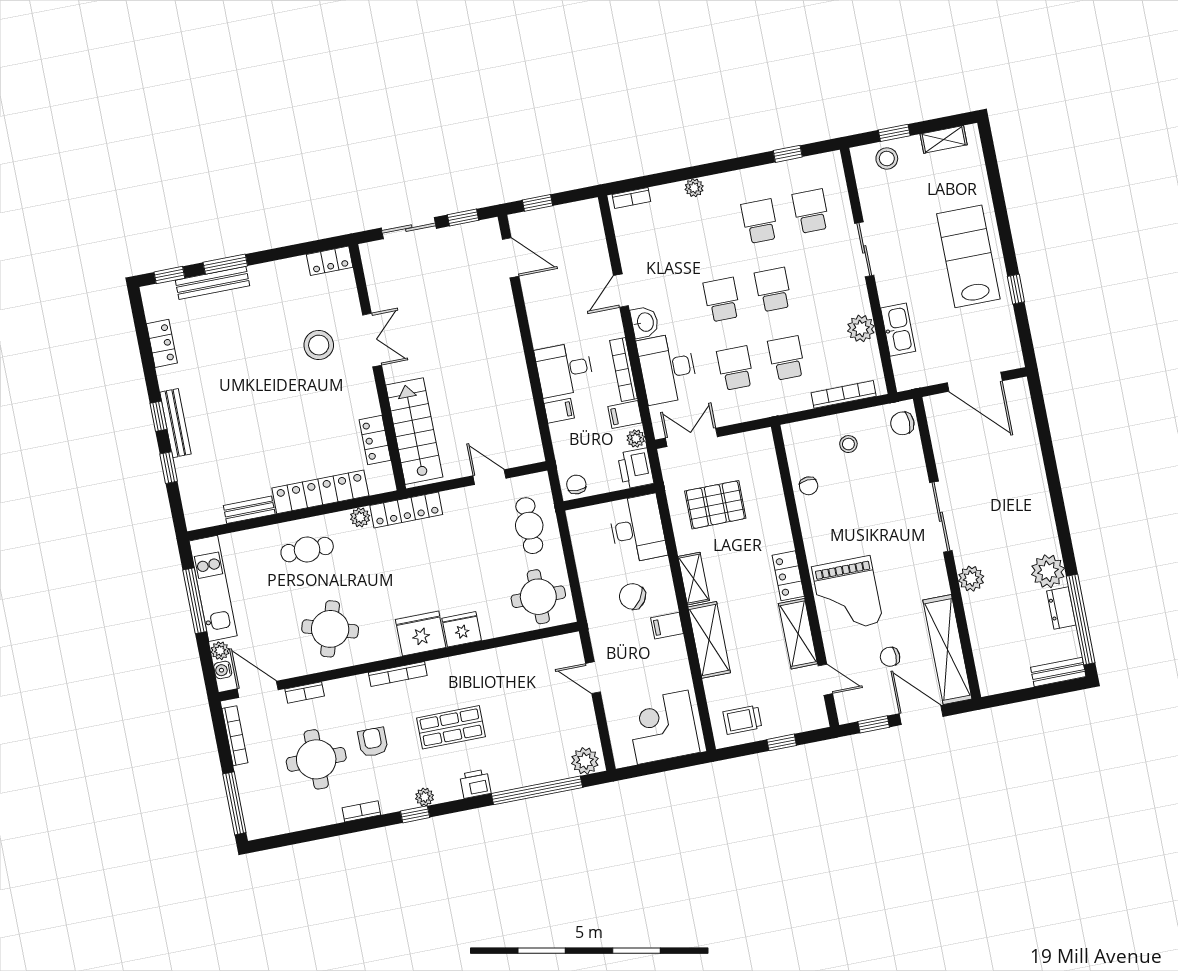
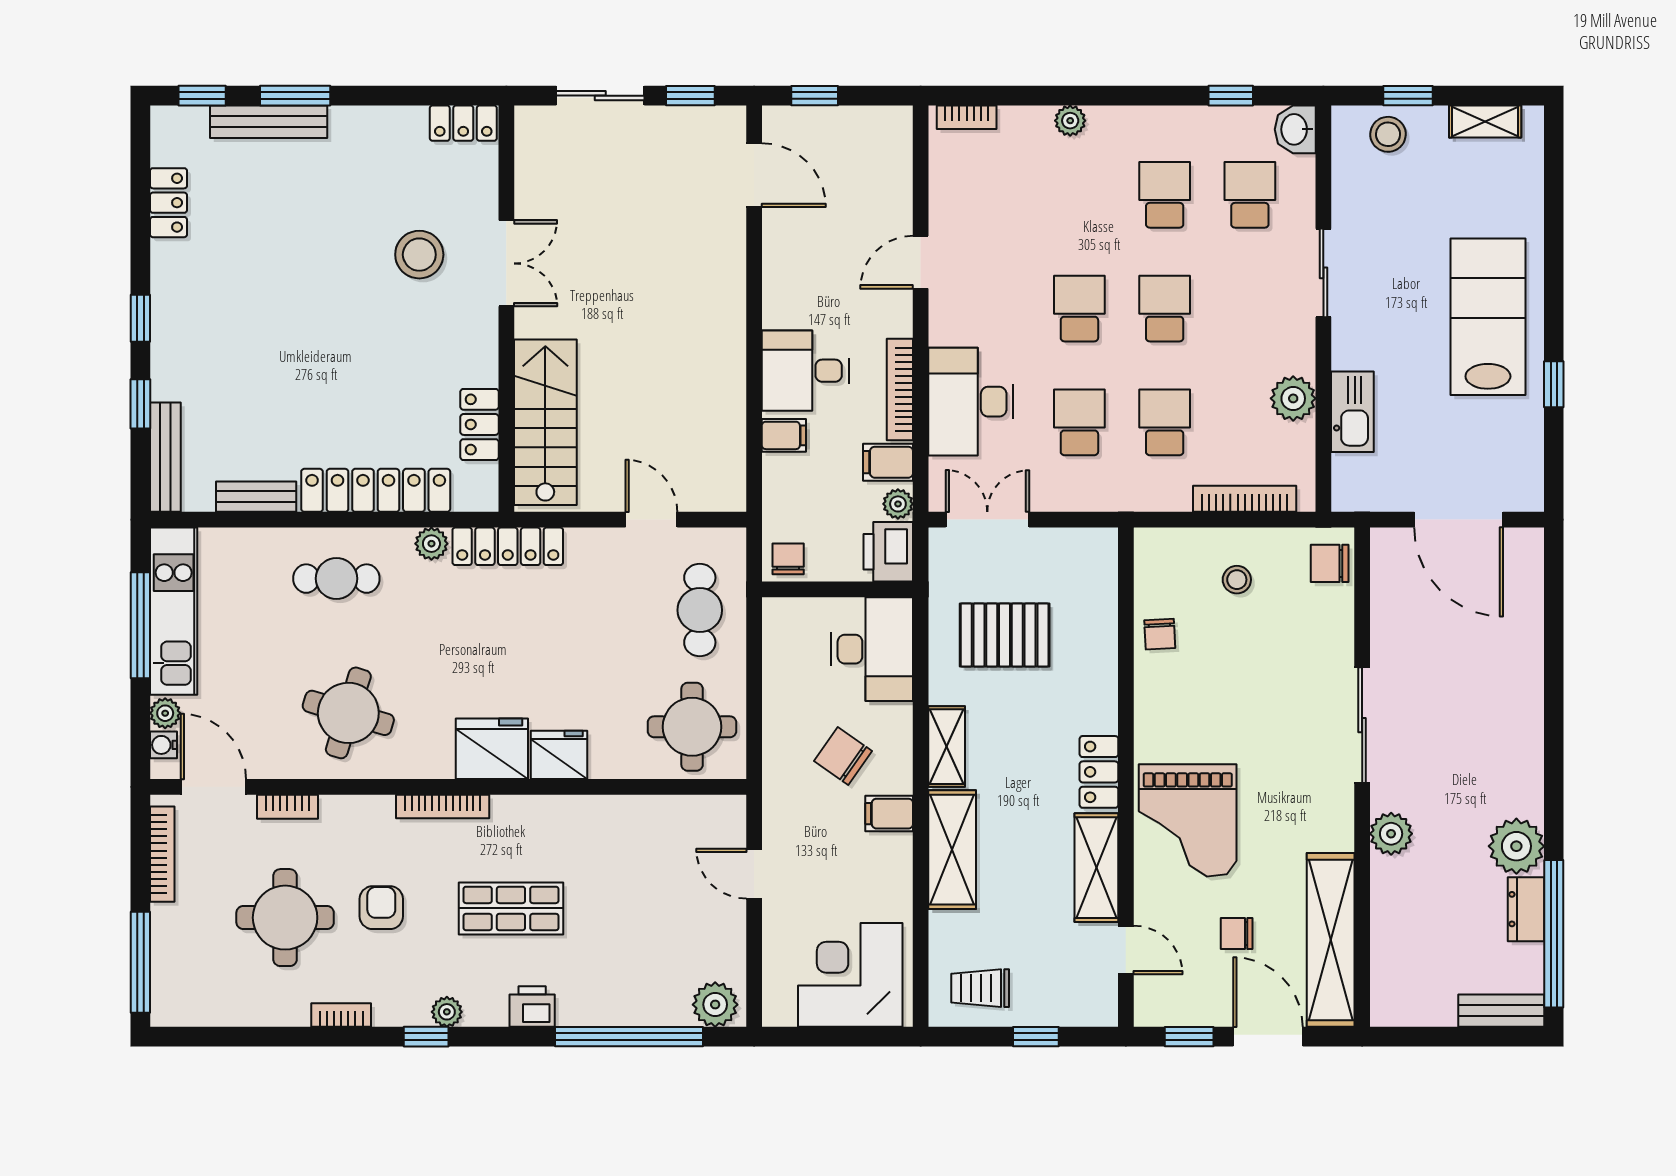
washbasin: (645, 322) -> (1295, 129), moved, turned 180
bench: (175, 423) -> (165, 457), moved

